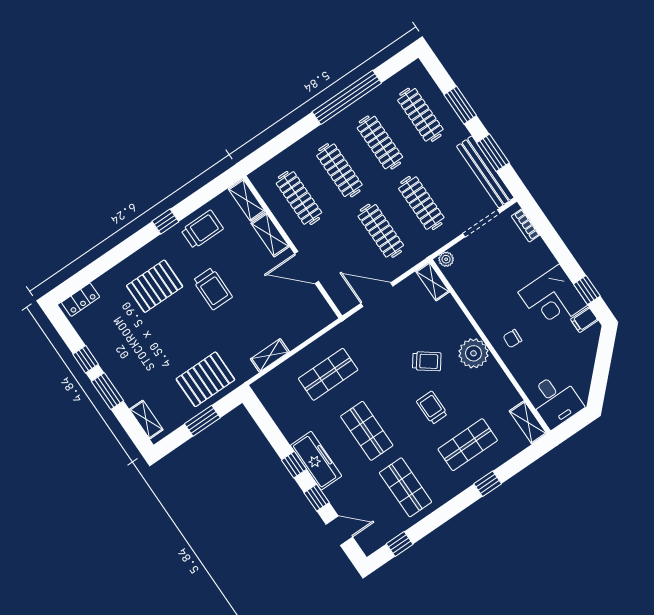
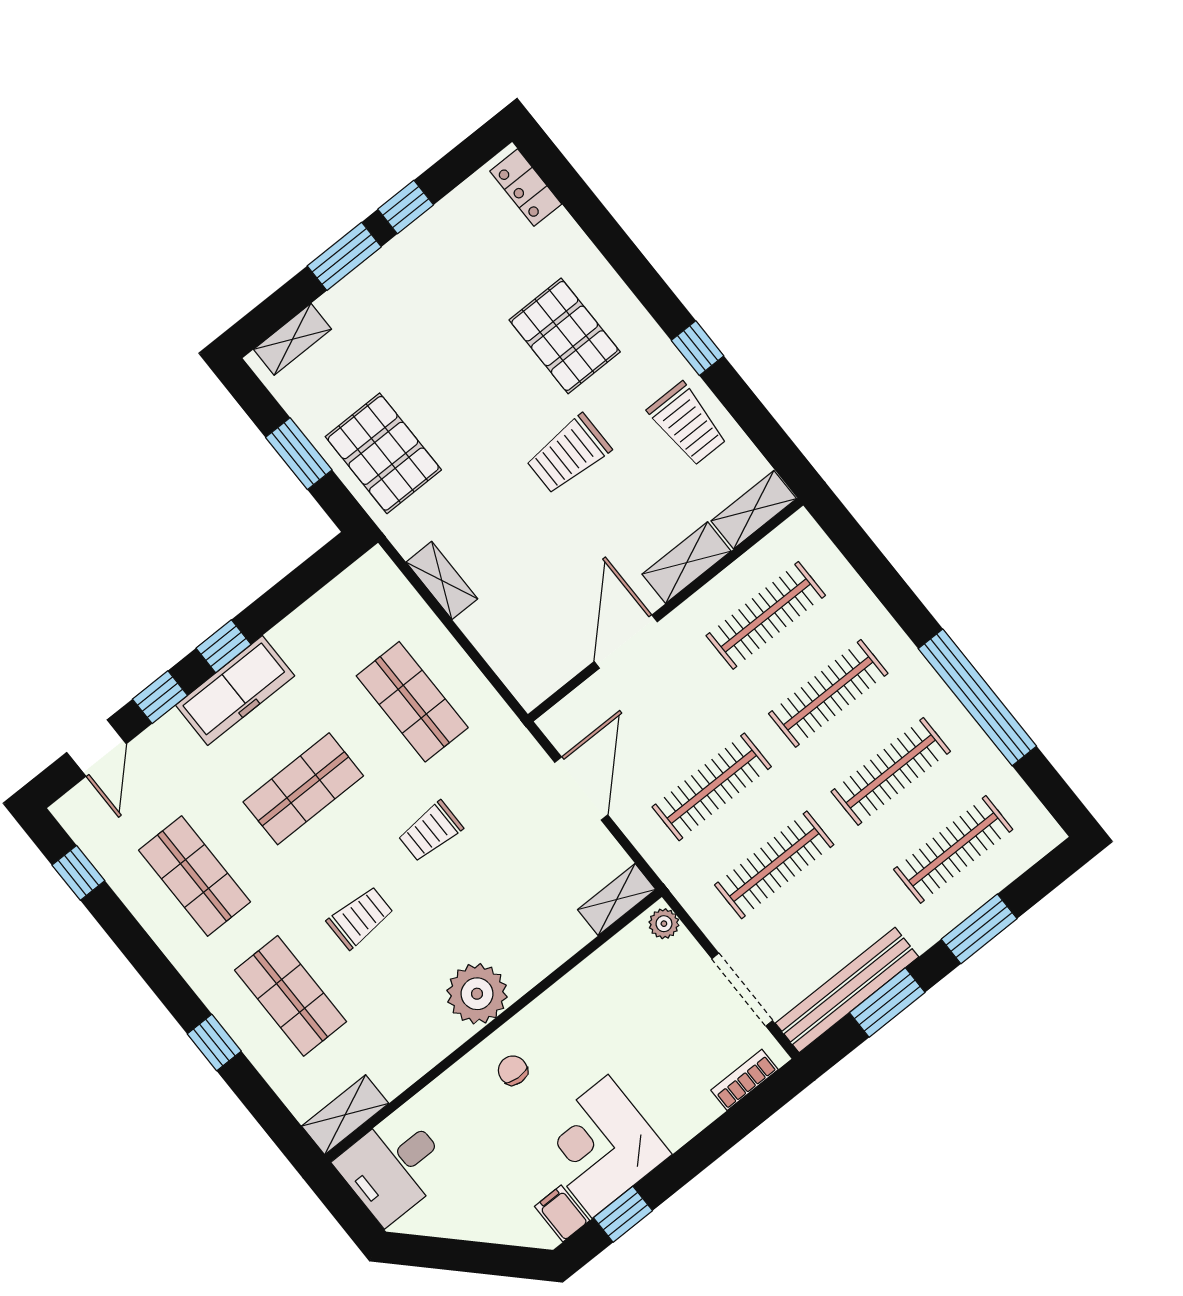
trolley: (427, 361) -> (430, 831), moved, turned 53
shop shelf: (405, 487) -> (195, 876), turned 90

